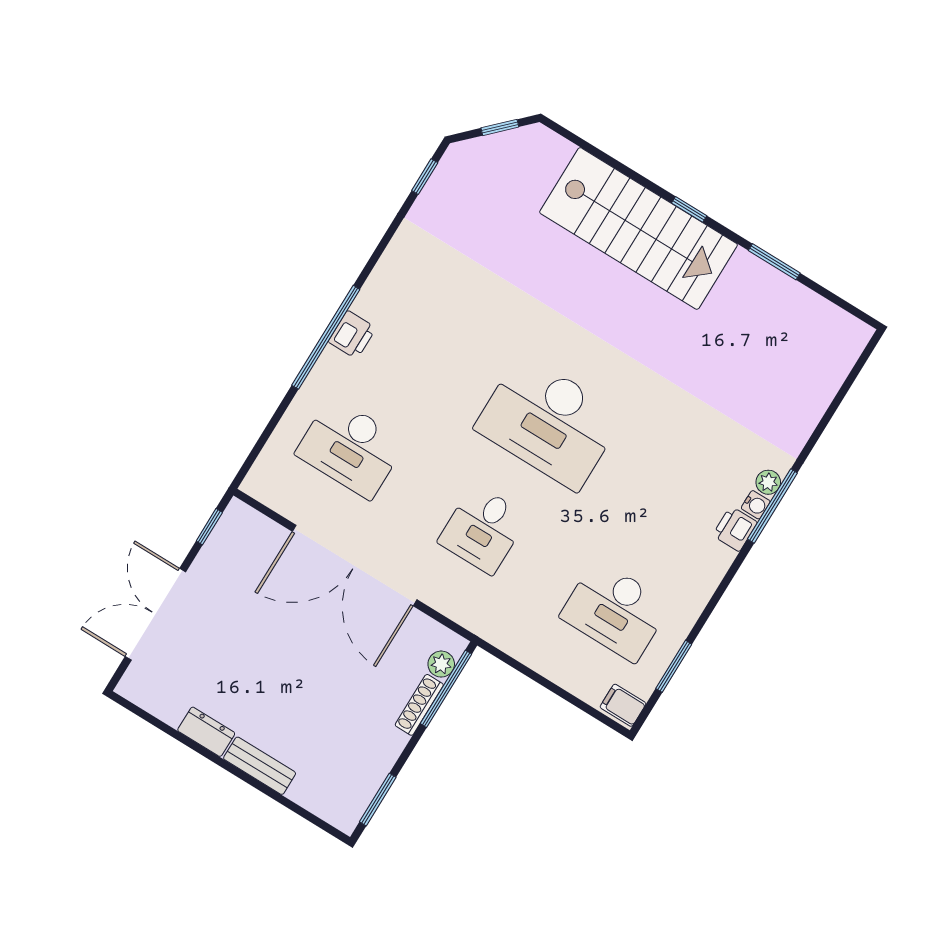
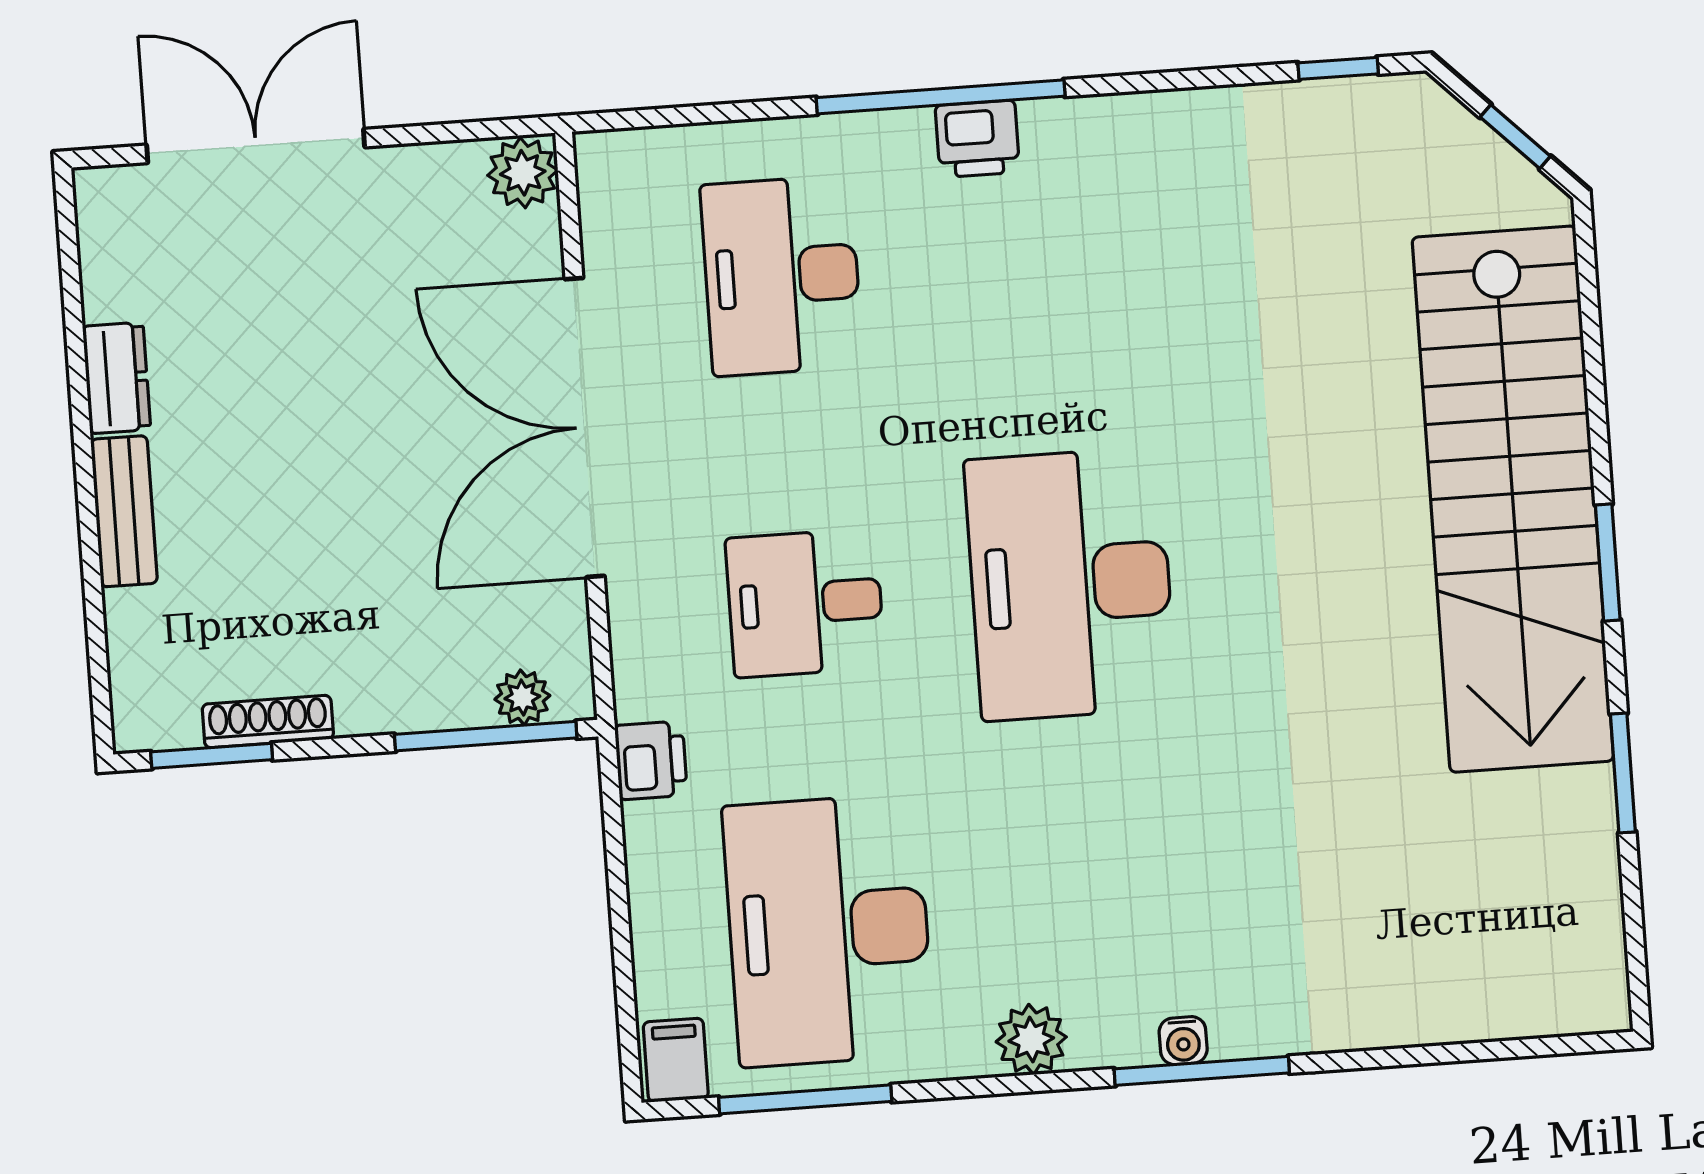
window: (689, 209) -> (1608, 562), width x1.50
stairs: (639, 228) -> (1513, 499), width x1.36
plant: (768, 482) -> (1031, 1039), moved, width x1.38, depth x1.38
plant: (240, 519) -> (523, 173), added
window: (209, 527) -> (472, 130), removed
printer: (735, 529) -> (651, 760), moved, turned 90
desk: (615, 611) -> (829, 930), width x1.36, depth x1.30
window: (674, 666) -> (805, 1099), width x1.44
shoe rack: (419, 705) -> (268, 722), moved

